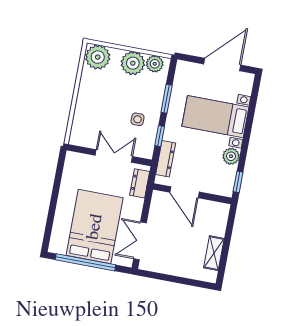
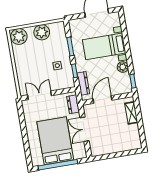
plant: (155, 64) -> (55, 28), removed
double door: (114, 156) -> (40, 95), moved
door: (184, 192) -> (102, 99), swing flipped
double door: (140, 241) -> (85, 129), moved
shelving: (214, 253) -> (131, 113), moved

